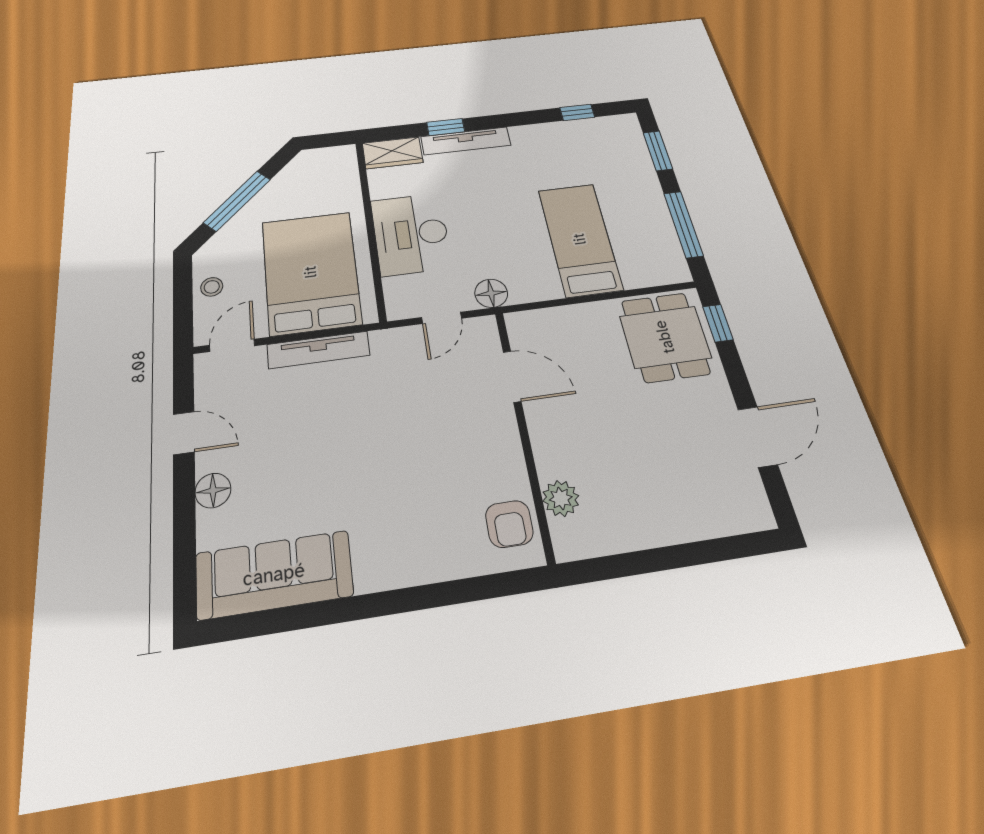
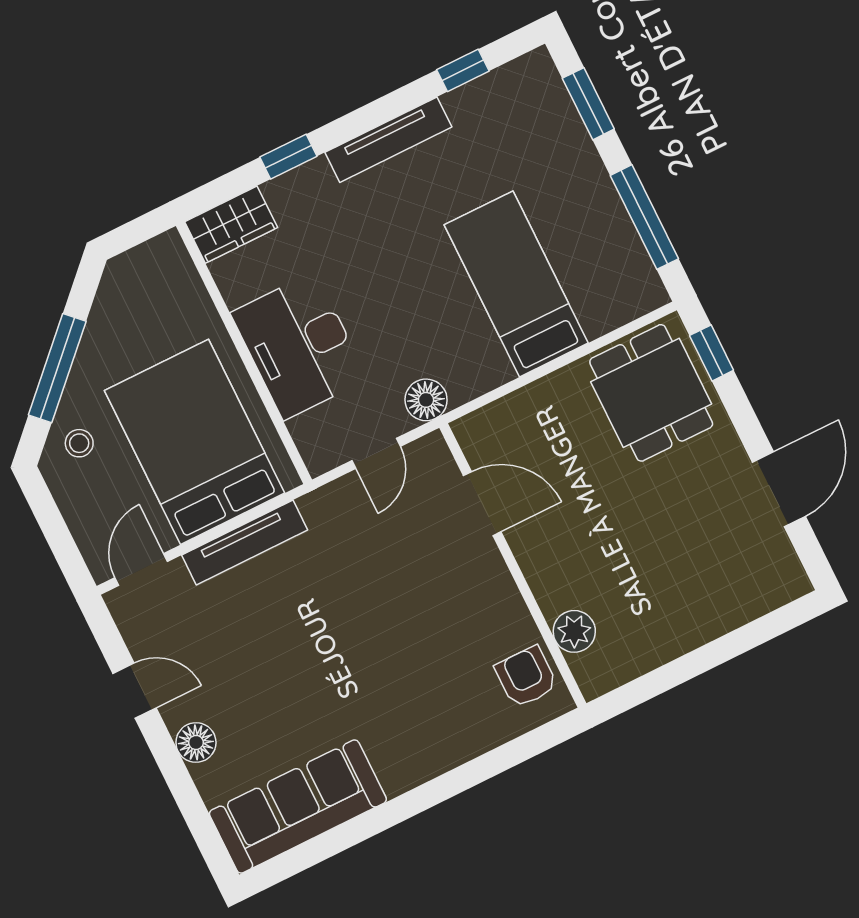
tv unit: (466, 141) -> (388, 140), moved
stool: (212, 287) -> (79, 443), moved
armchair: (509, 524) -> (526, 677), turned 180

